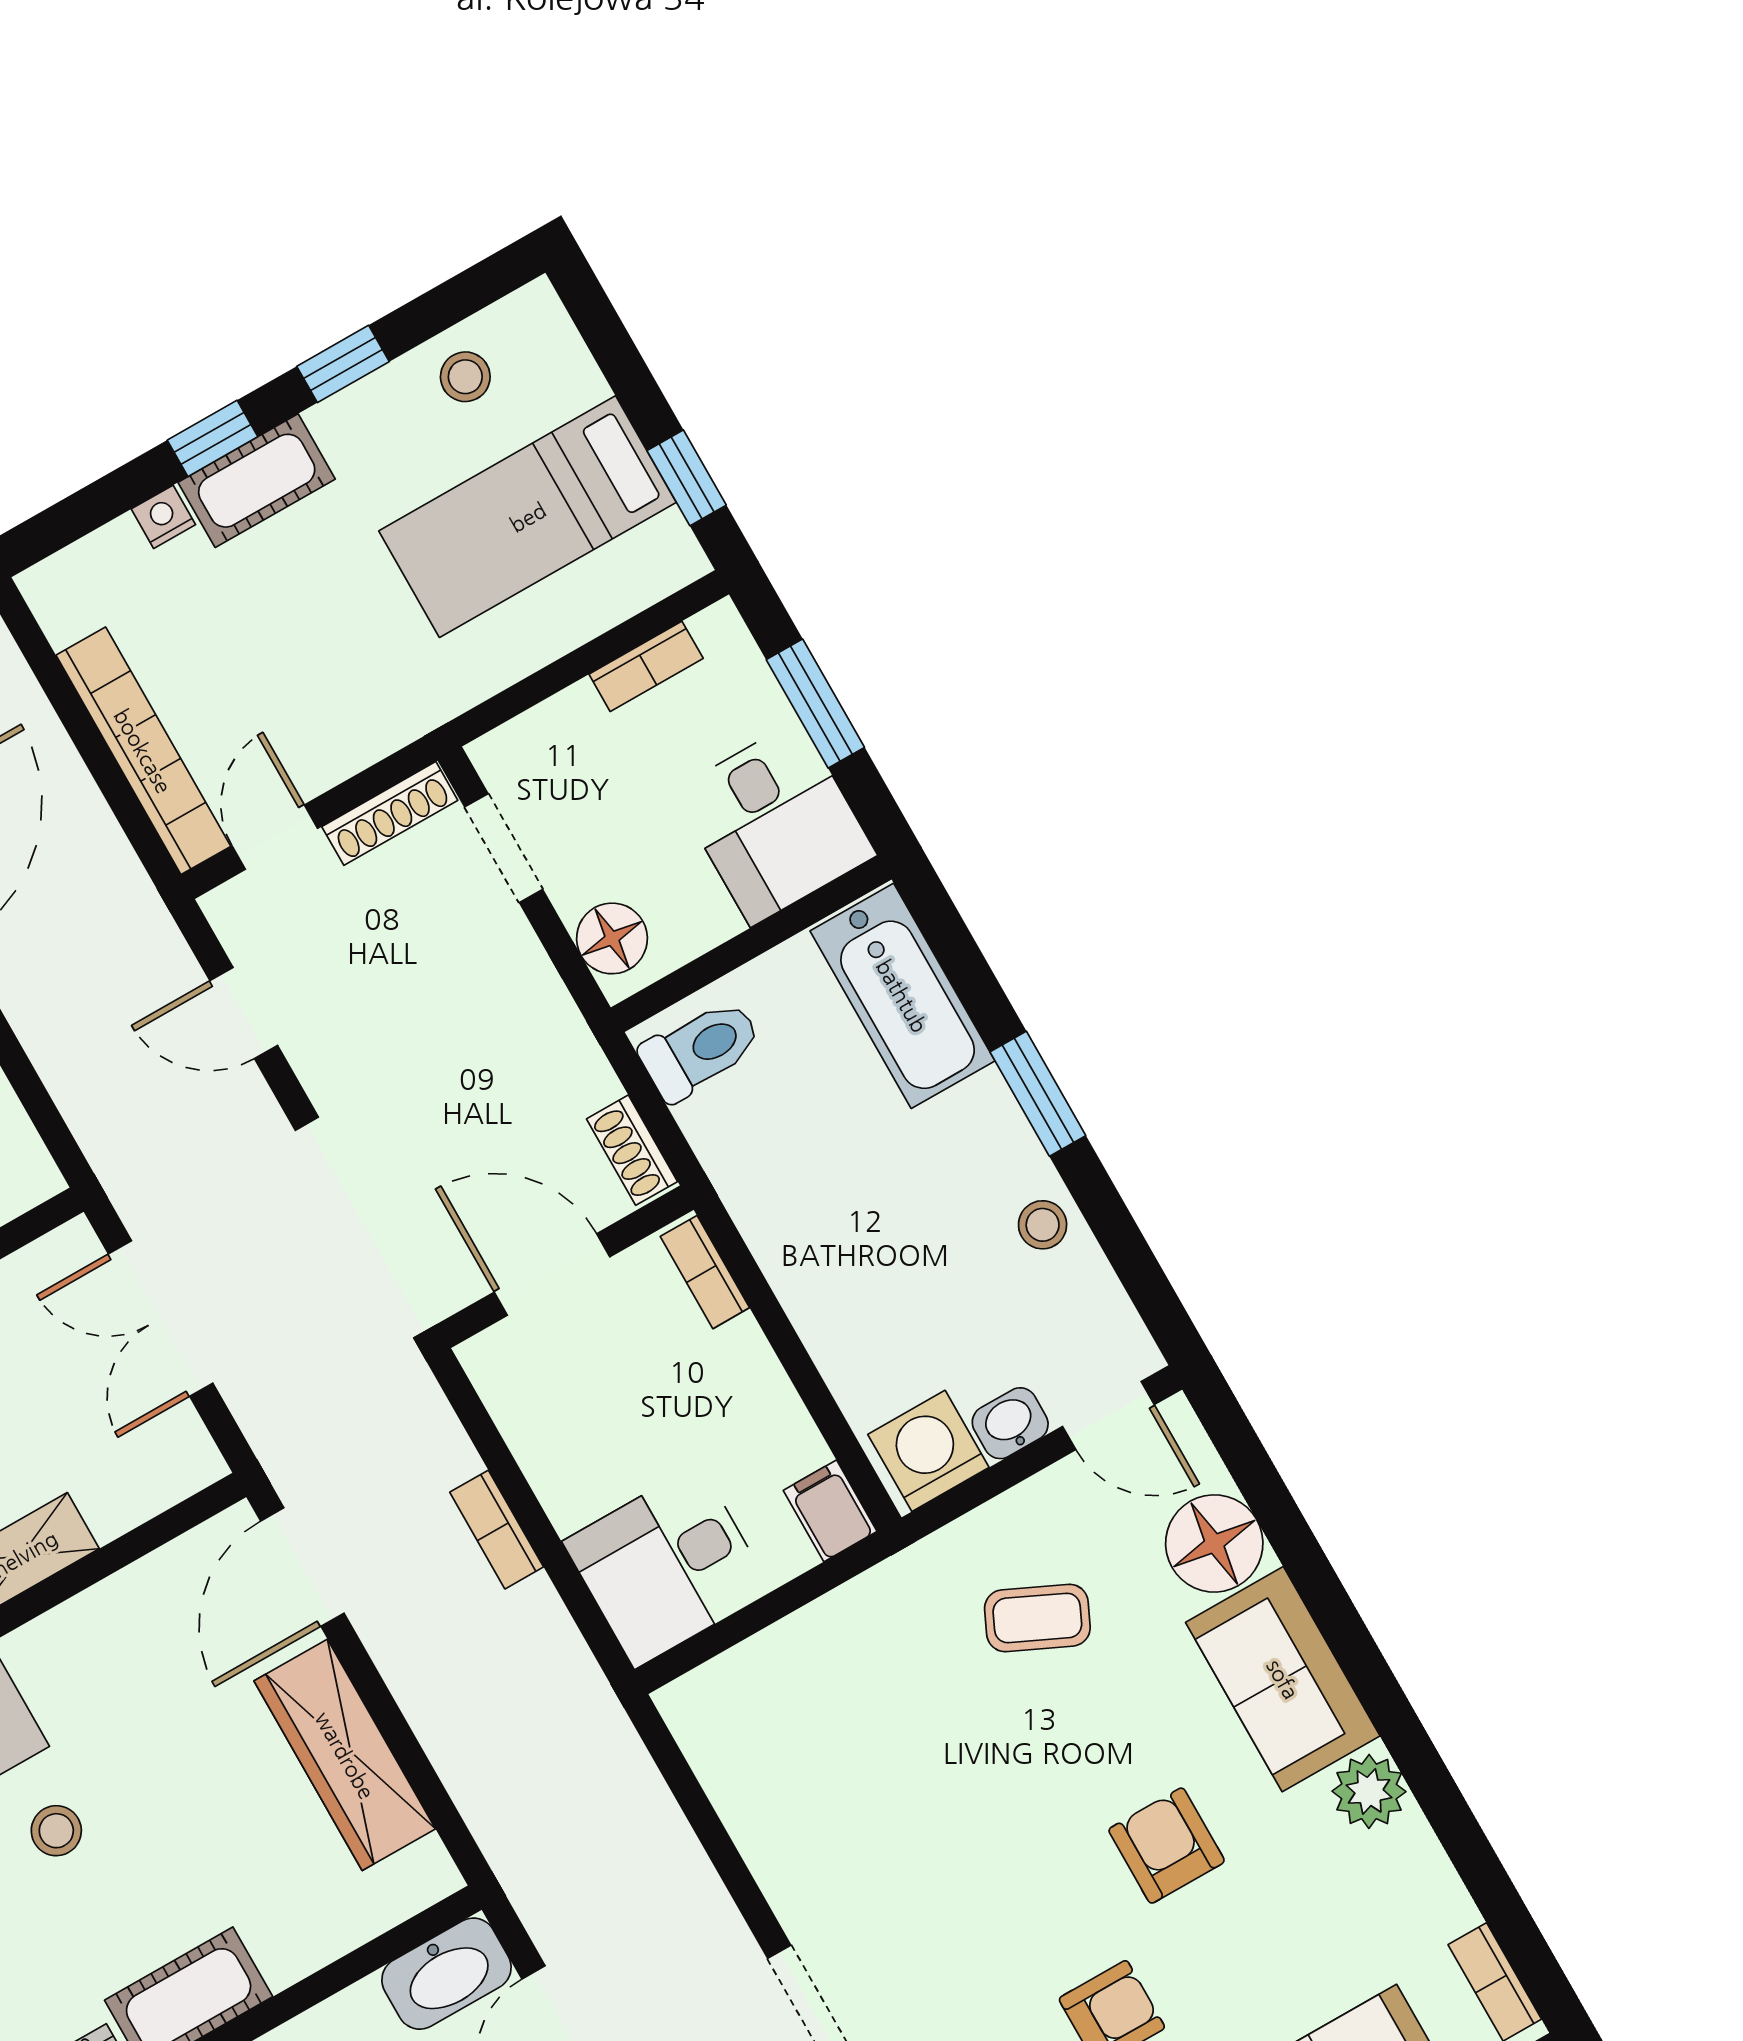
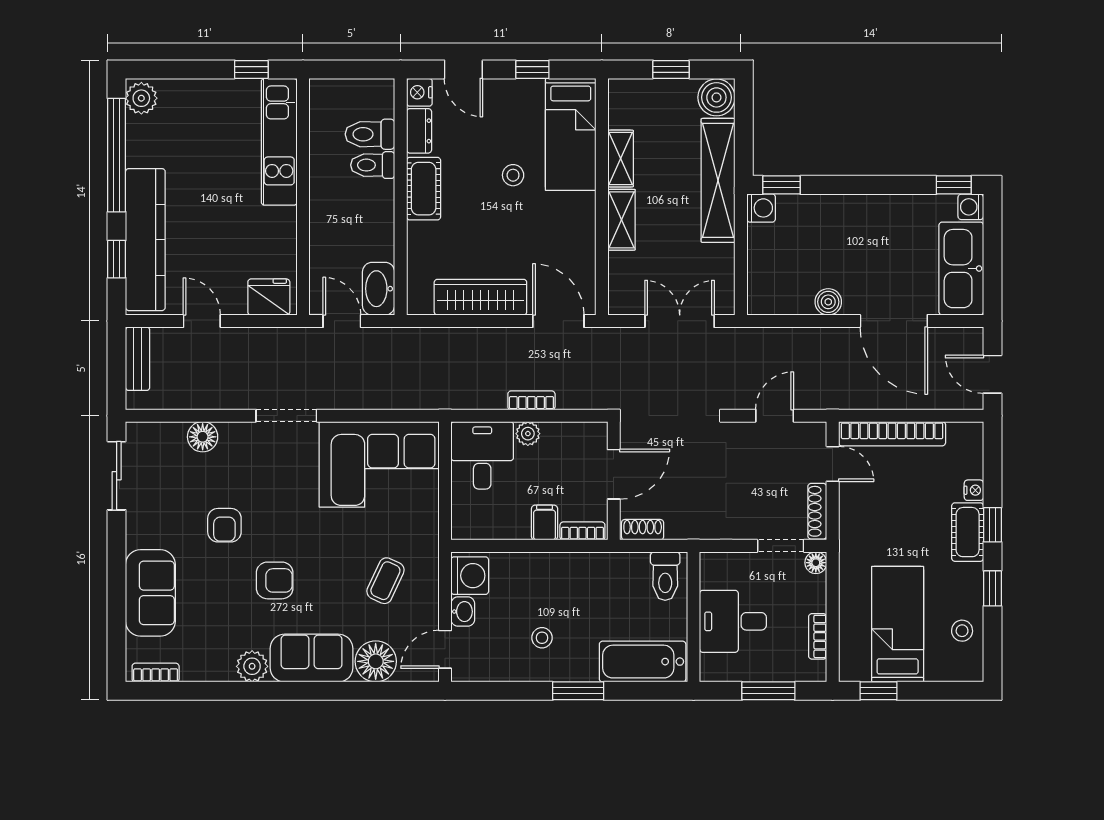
desk: (775, 823) -> (733, 621), moved
floor lamp: (612, 938) -> (816, 563), moved, width x0.73, depth x0.73
stool: (1043, 1225) -> (542, 638), moved
plant: (569, 1498) -> (528, 434), added
filing cabinet: (830, 1511) -> (545, 523), moved, turned -90
corner sofa: (806, 1767) -> (379, 464), added

